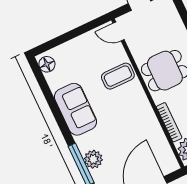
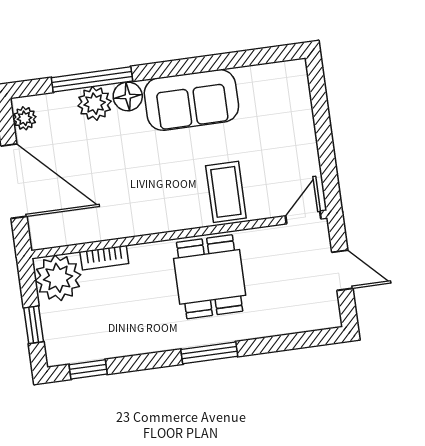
floor lamp: (47, 64) -> (128, 96), moved
bookcase: (169, 122) -> (104, 258), width x0.64

